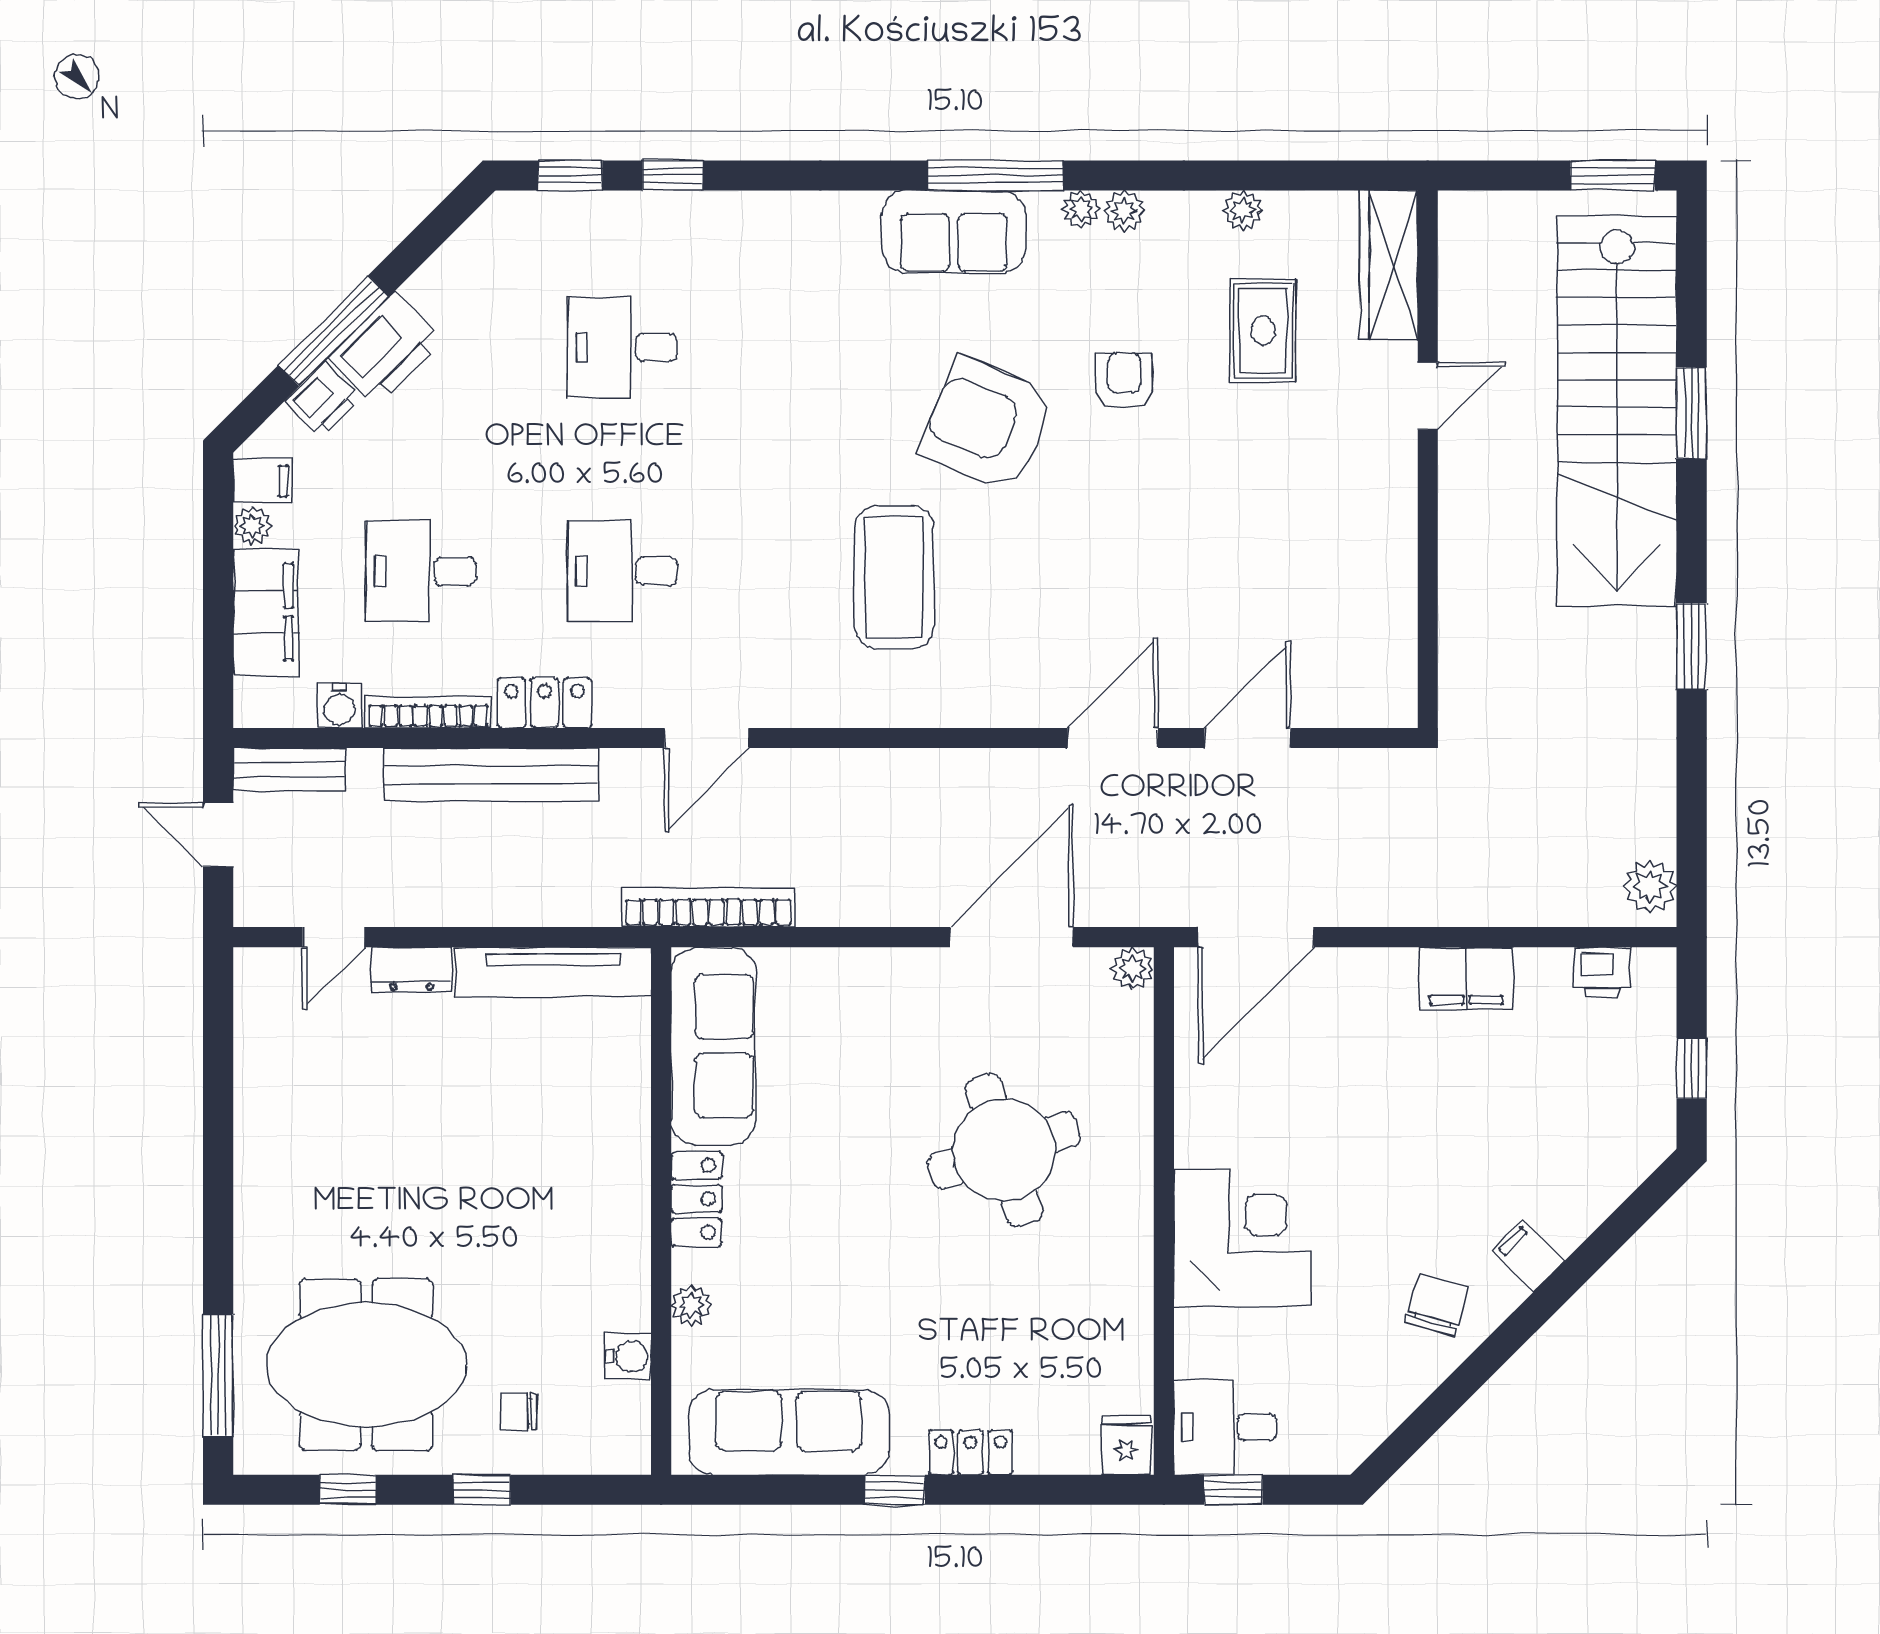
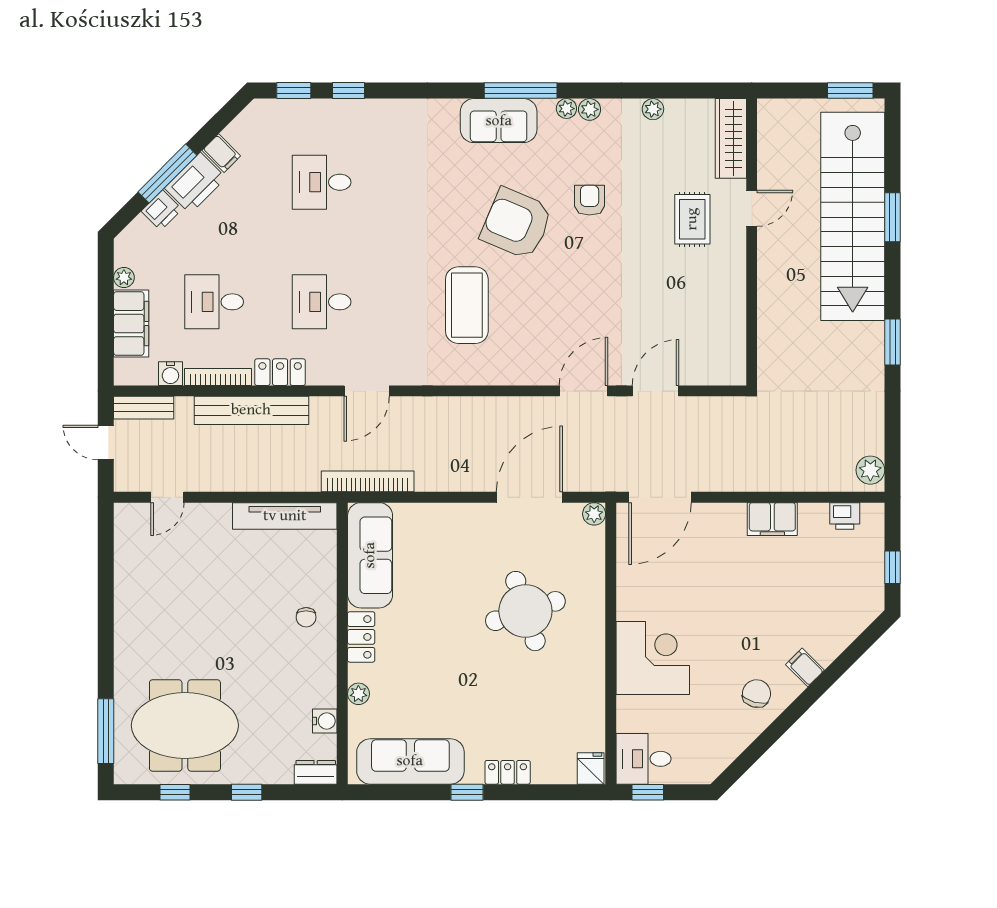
rug: (1263, 331) -> (692, 219), moved
filing cabinet: (262, 481) -> (221, 153), moved, turned 45
dresser: (412, 970) -> (316, 772), moved, turned 180
chair: (518, 1412) -> (306, 617), moved, turned -90

